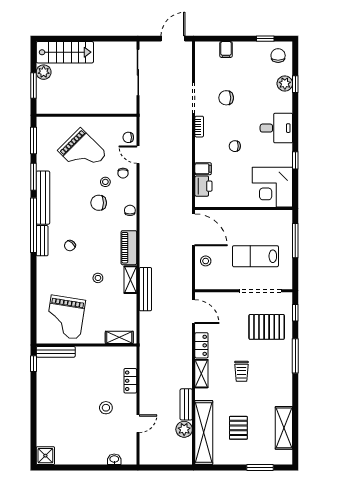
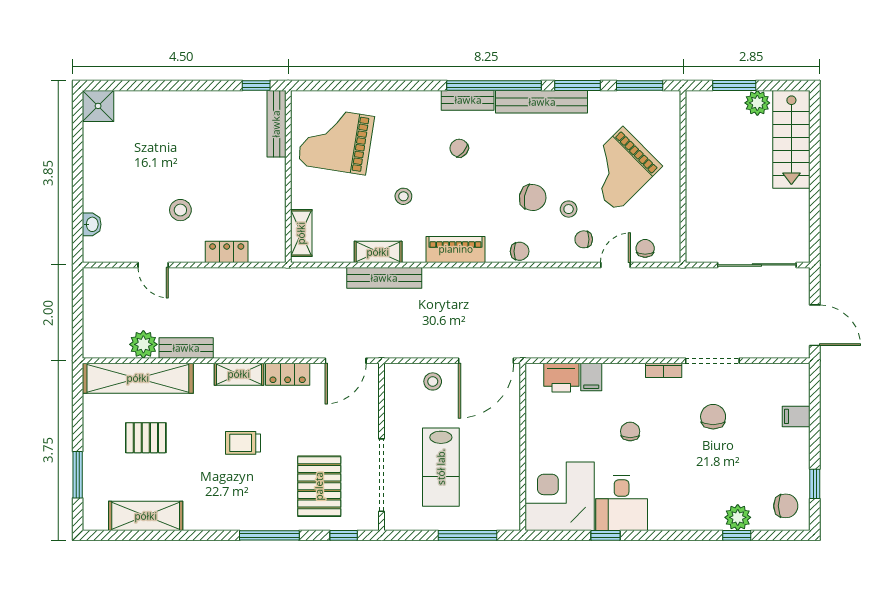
desk: (276, 128) -> (622, 503), moved
chair: (99, 203) -> (533, 198), turned 100
lab bench: (255, 256) -> (441, 467), turned 180
shelving: (130, 280) -> (378, 252), moved

